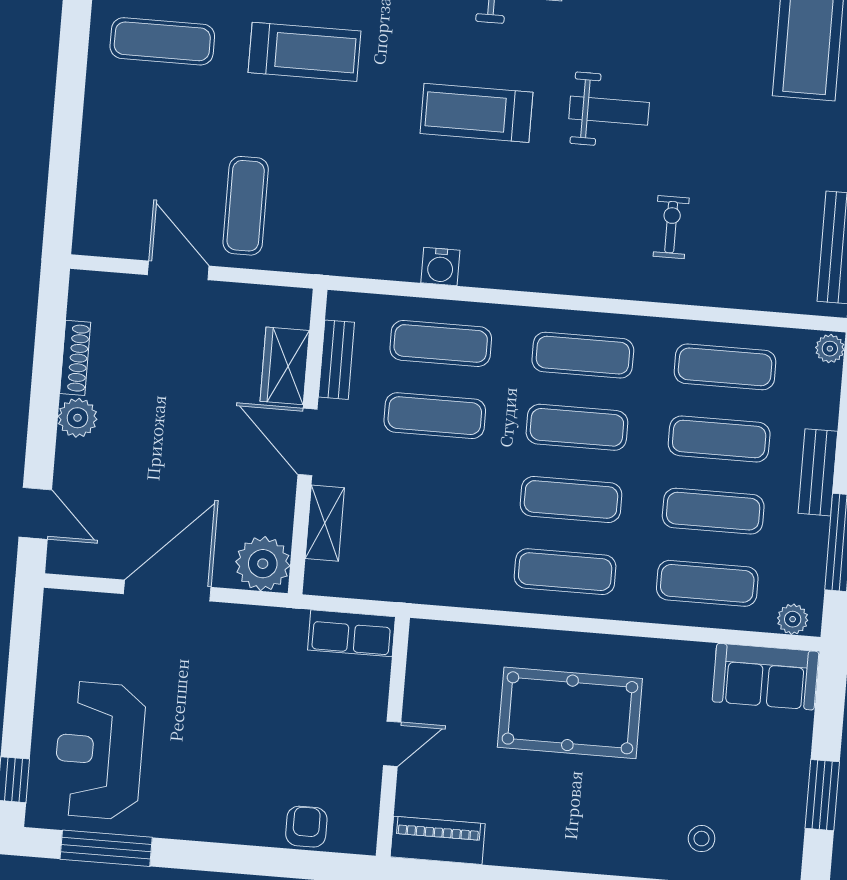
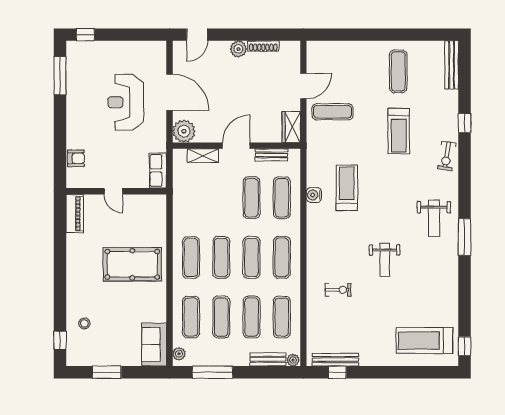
treadmill: (476, 113) -> (347, 188), moved
wardrobe: (285, 366) -> (291, 127), moved, turned -90
bench: (818, 472) -> (268, 359), moved
pool table: (570, 713) -> (132, 264), turned 90
reception desk: (99, 750) -> (126, 102), moved, turned -90

